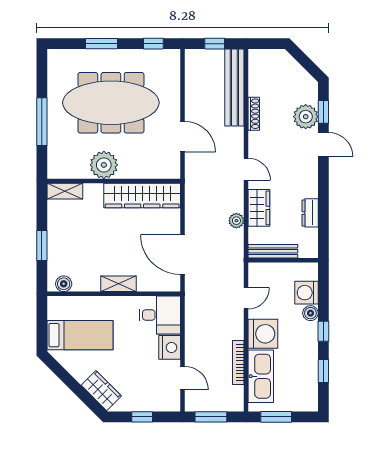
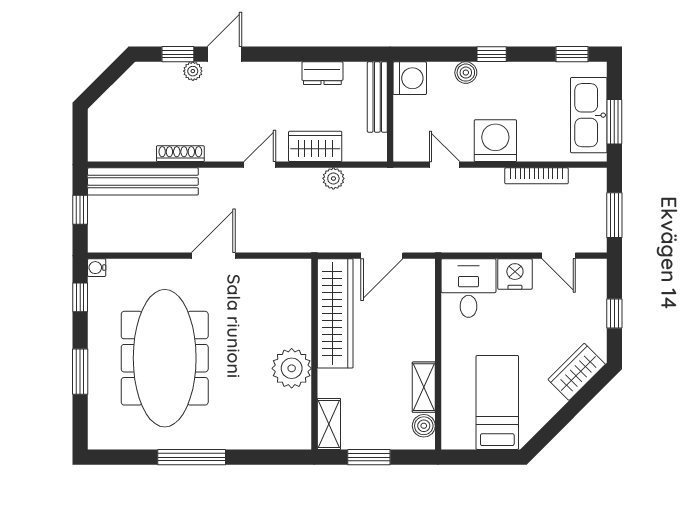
water cooler: (174, 55) -> (97, 268), added
plant: (306, 117) -> (193, 71), width x0.53, depth x0.53
plant: (104, 165) -> (292, 368), moved
wall: (114, 181) -> (314, 354), moved
shelving: (65, 191) -> (329, 424), moved
wardrobe: (142, 195) -> (335, 313), moved
bench: (273, 251) -> (377, 97), moved
door: (183, 255) -> (382, 256), width x0.73
shelving: (119, 284) -> (424, 387), moved
washing machine: (307, 293) -> (410, 78), moved, turned -90
window: (323, 371) -> (572, 54), moved
kitchen sink: (261, 376) -> (589, 115), moved, turned -90
door: (183, 378) -> (559, 256), swing flipped

